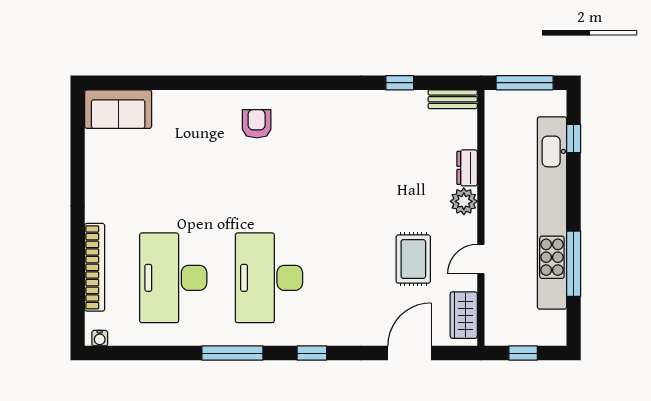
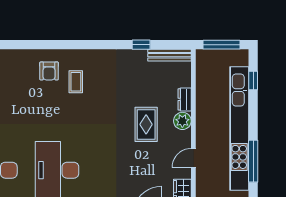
bench: (453, 99) -> (170, 55), width x1.36
armchair: (257, 124) -> (49, 71), turned 180
coffee table: (298, 140) -> (76, 82), added
rug: (413, 259) -> (146, 124), moved

